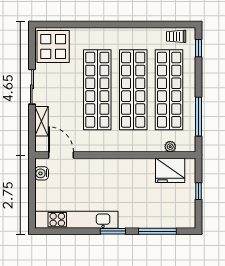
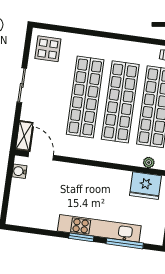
display table: (53, 47) -> (48, 49), width x0.73, depth x0.73
shelving: (42, 121) -> (24, 136), moved
kitchen unit: (76, 220) -> (99, 228), moved

